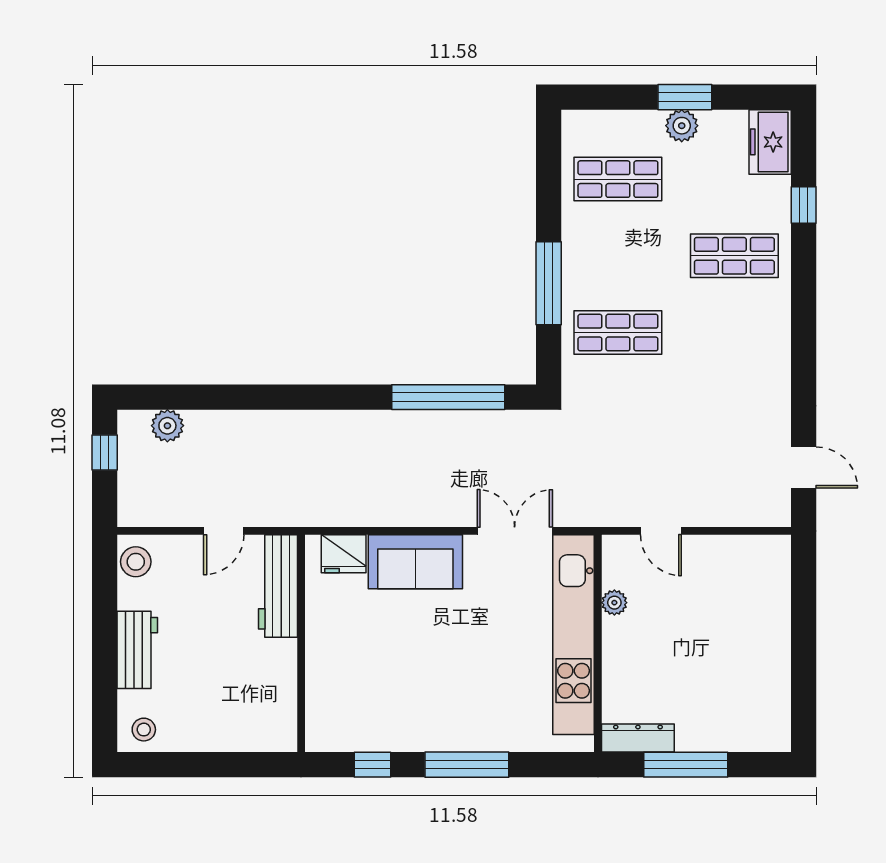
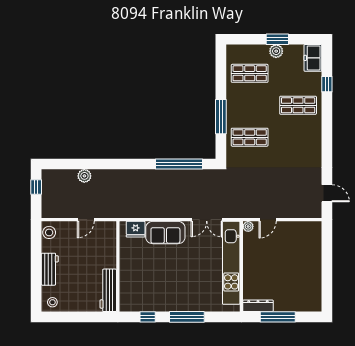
plant: (167, 426) -> (84, 176), moved
double door: (515, 531) -> (207, 220), swing flipped
door: (661, 531) -> (268, 220), hinge flipped
workbench: (278, 586) -> (108, 290), moved
plant: (614, 603) -> (248, 226), moved

